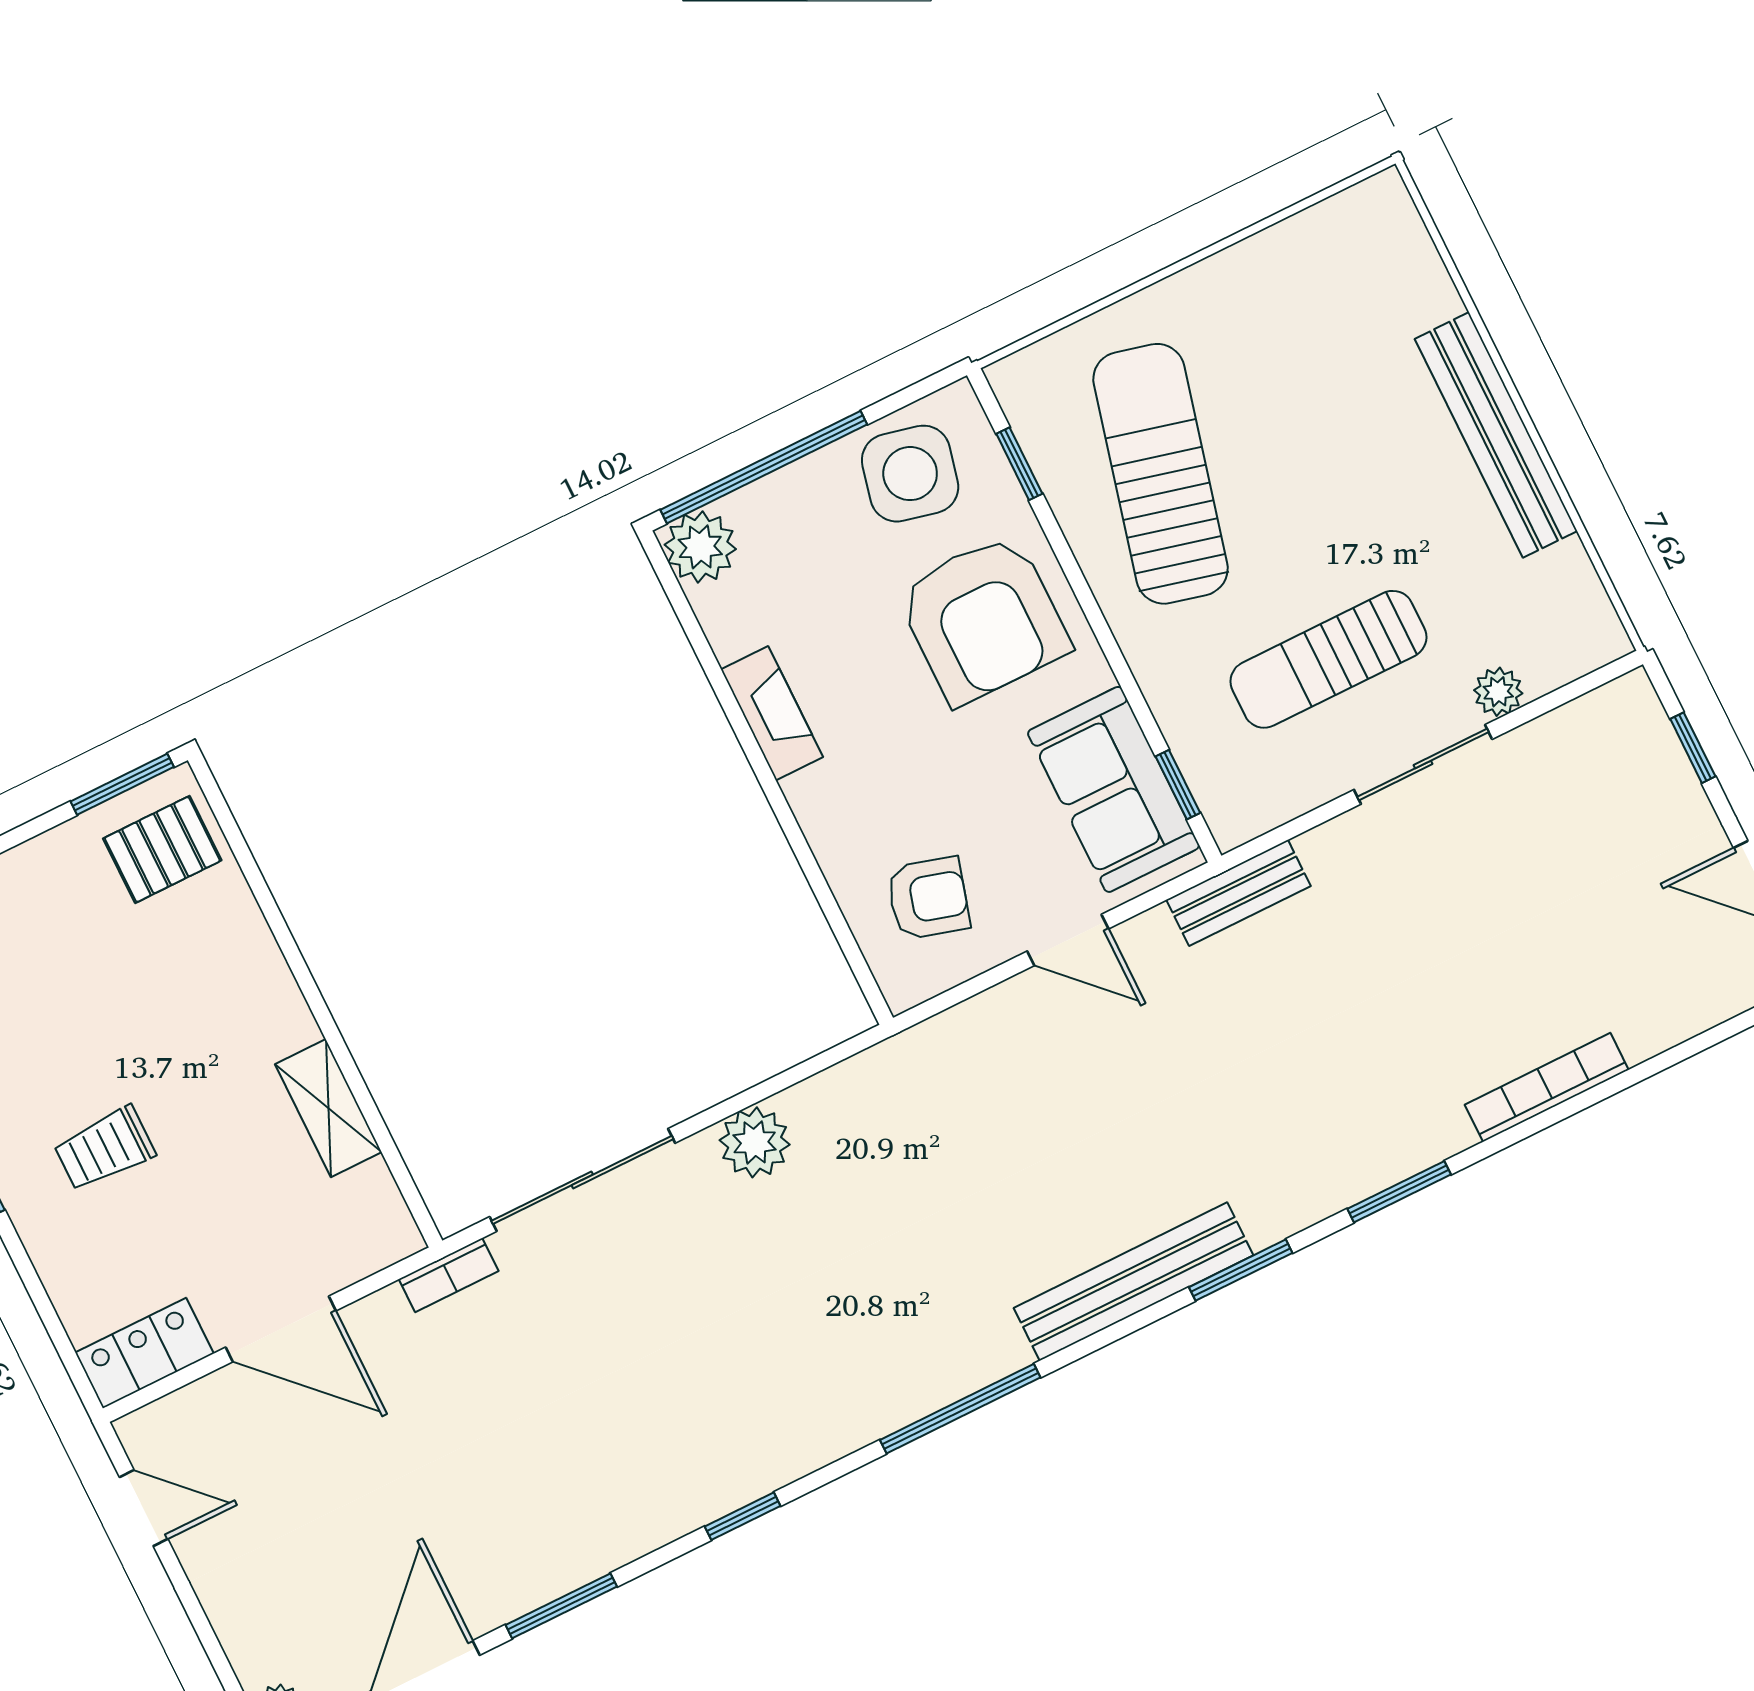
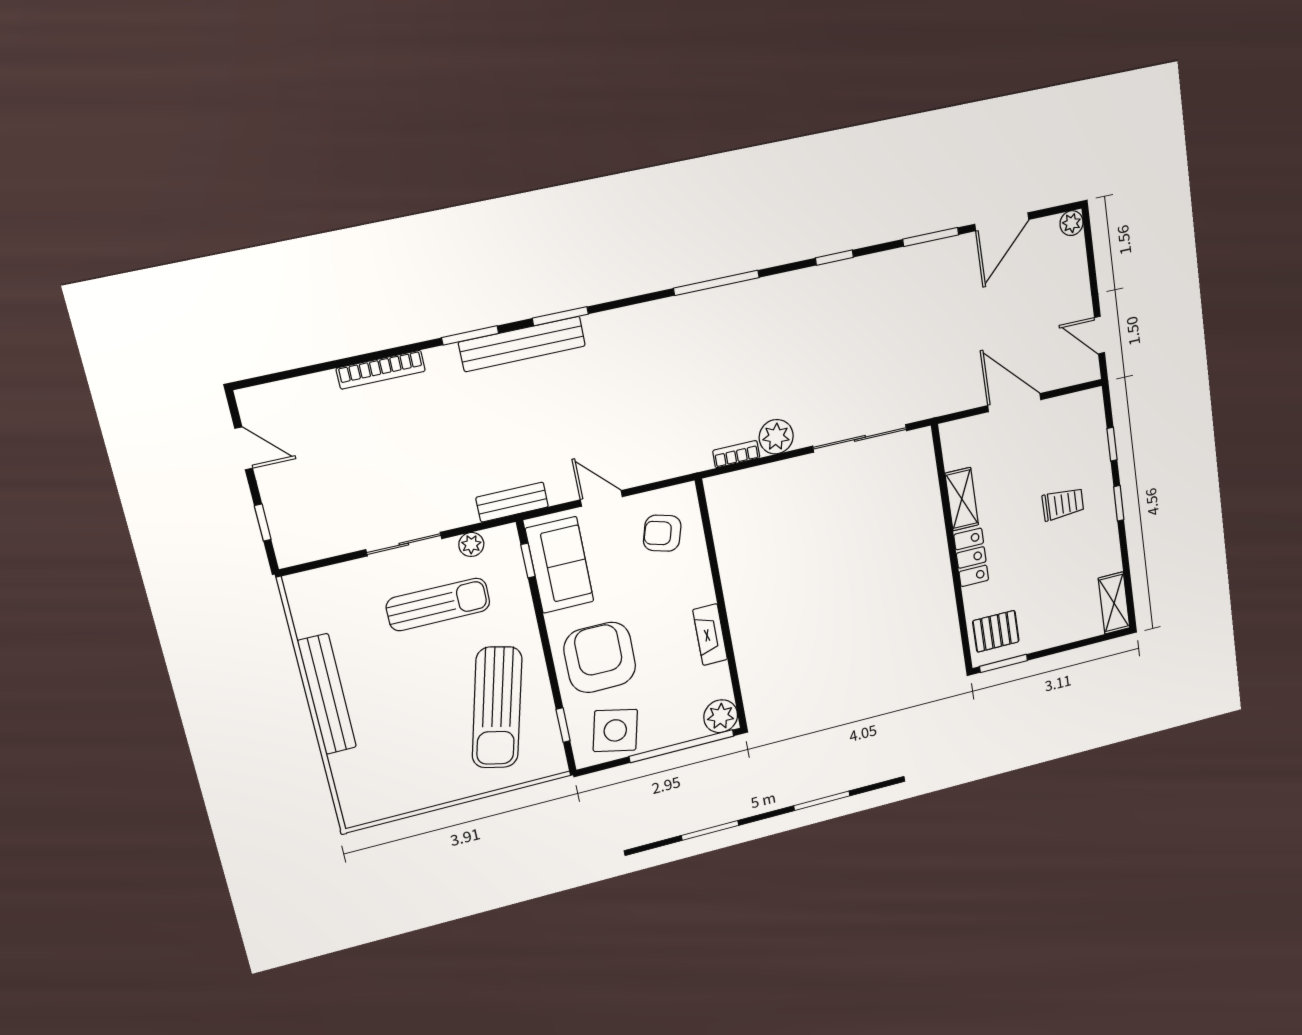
plant: (1498, 692) -> (471, 544), moved
bookcase: (449, 1275) -> (736, 454), moved
bench: (1134, 1282) -> (522, 344), moved
window: (39, 1296) -> (1112, 444), added
locker: (145, 1353) -> (971, 557), moved, turned -90

